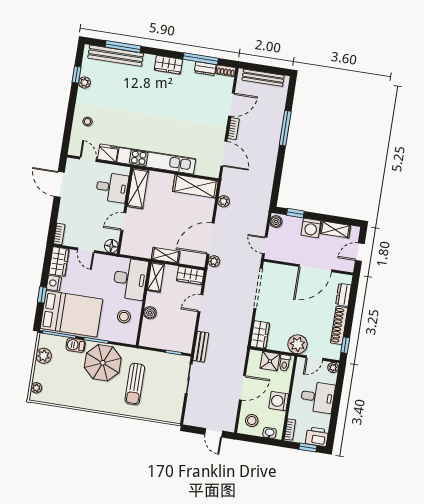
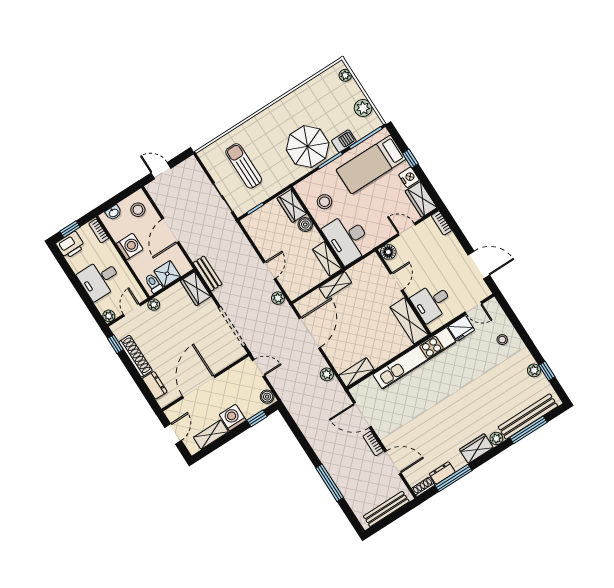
plant: (149, 60) -> (496, 438), added
door: (232, 105) -> (393, 462), swing flipped
shelving: (195, 186) -> (356, 372), width x0.67, depth x0.75
plant: (214, 261) -> (278, 298), moved
wardrobe: (190, 276) -> (292, 206), moved, turned -90
bed: (71, 314) -> (371, 165), width x0.67
plant: (298, 344) -> (154, 305), width x0.53, depth x0.53
bench: (201, 347) -> (208, 273), moved
sun lounger: (135, 384) -> (244, 166), moved

